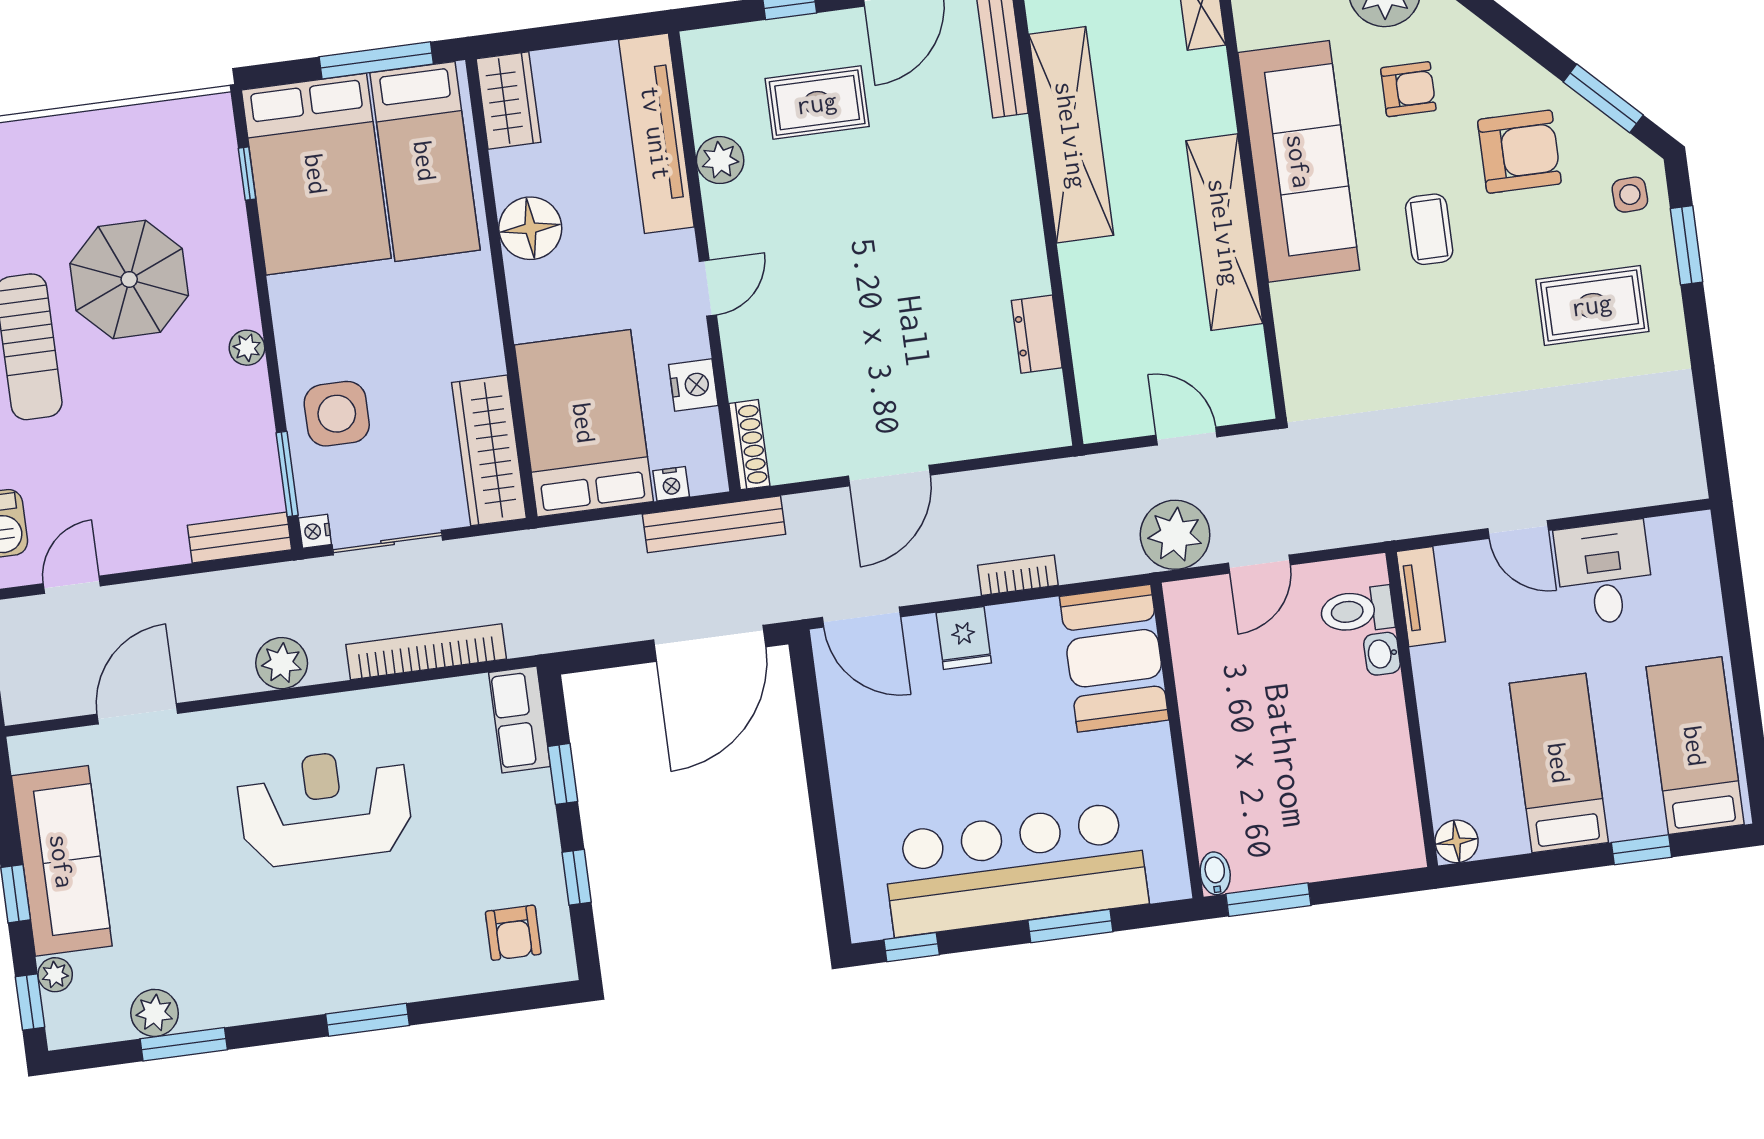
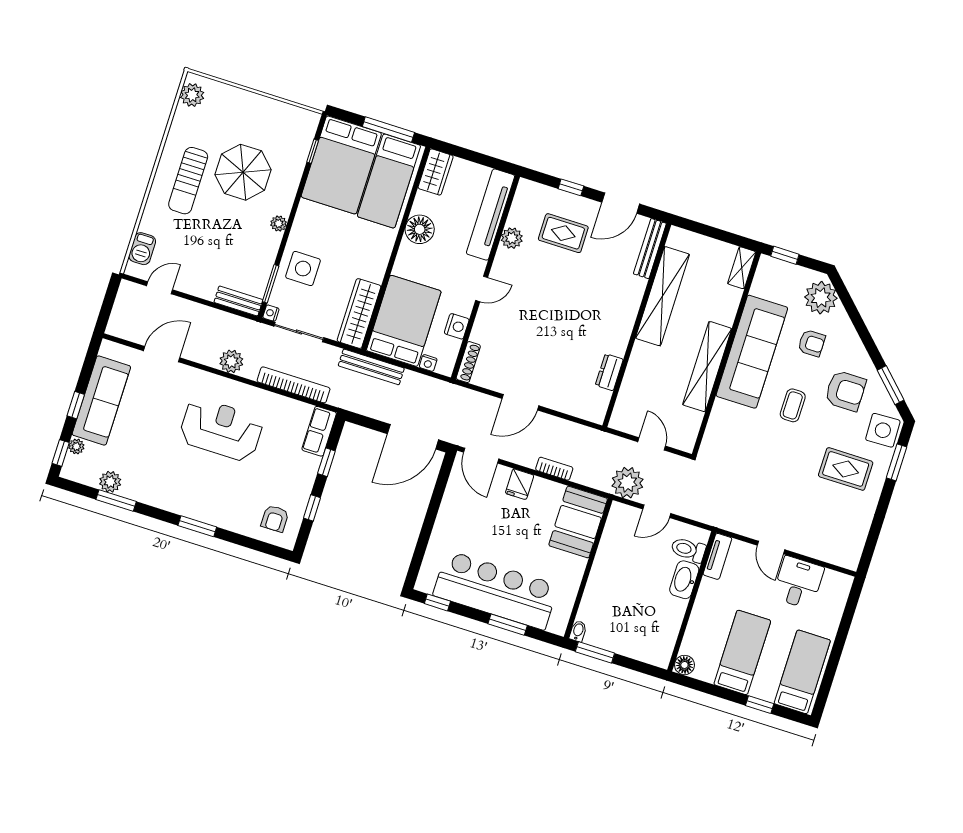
side table: (1630, 195) -> (883, 430), width x1.87, depth x1.87
bench: (714, 524) -> (371, 367), moved
washbasin: (1382, 654) -> (684, 580), width x1.91, depth x1.45

